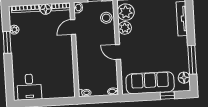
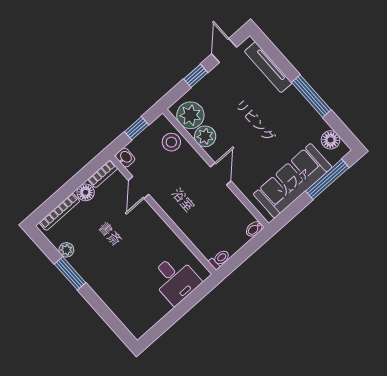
door: (118, 52) -> (221, 174), swing flipped
window: (192, 60) -> (311, 96), moved
desk: (29, 87) -> (175, 279), moved
window: (167, 95) -> (327, 179), width x2.17

